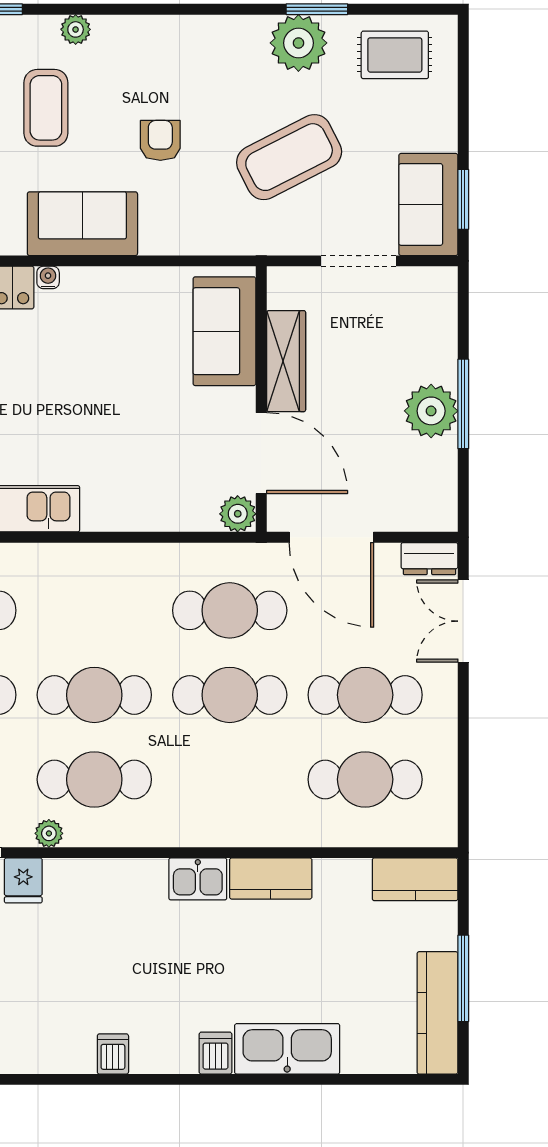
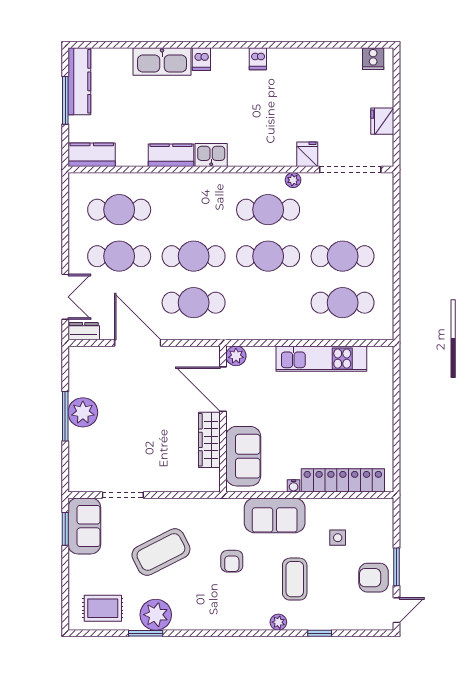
sofa: (224, 331) -> (243, 456), moved
wardrobe: (286, 361) -> (209, 440), moved
wall: (261, 399) -> (223, 419), moved
door: (261, 453) -> (223, 389), moved
plant: (238, 514) -> (236, 356), moved

